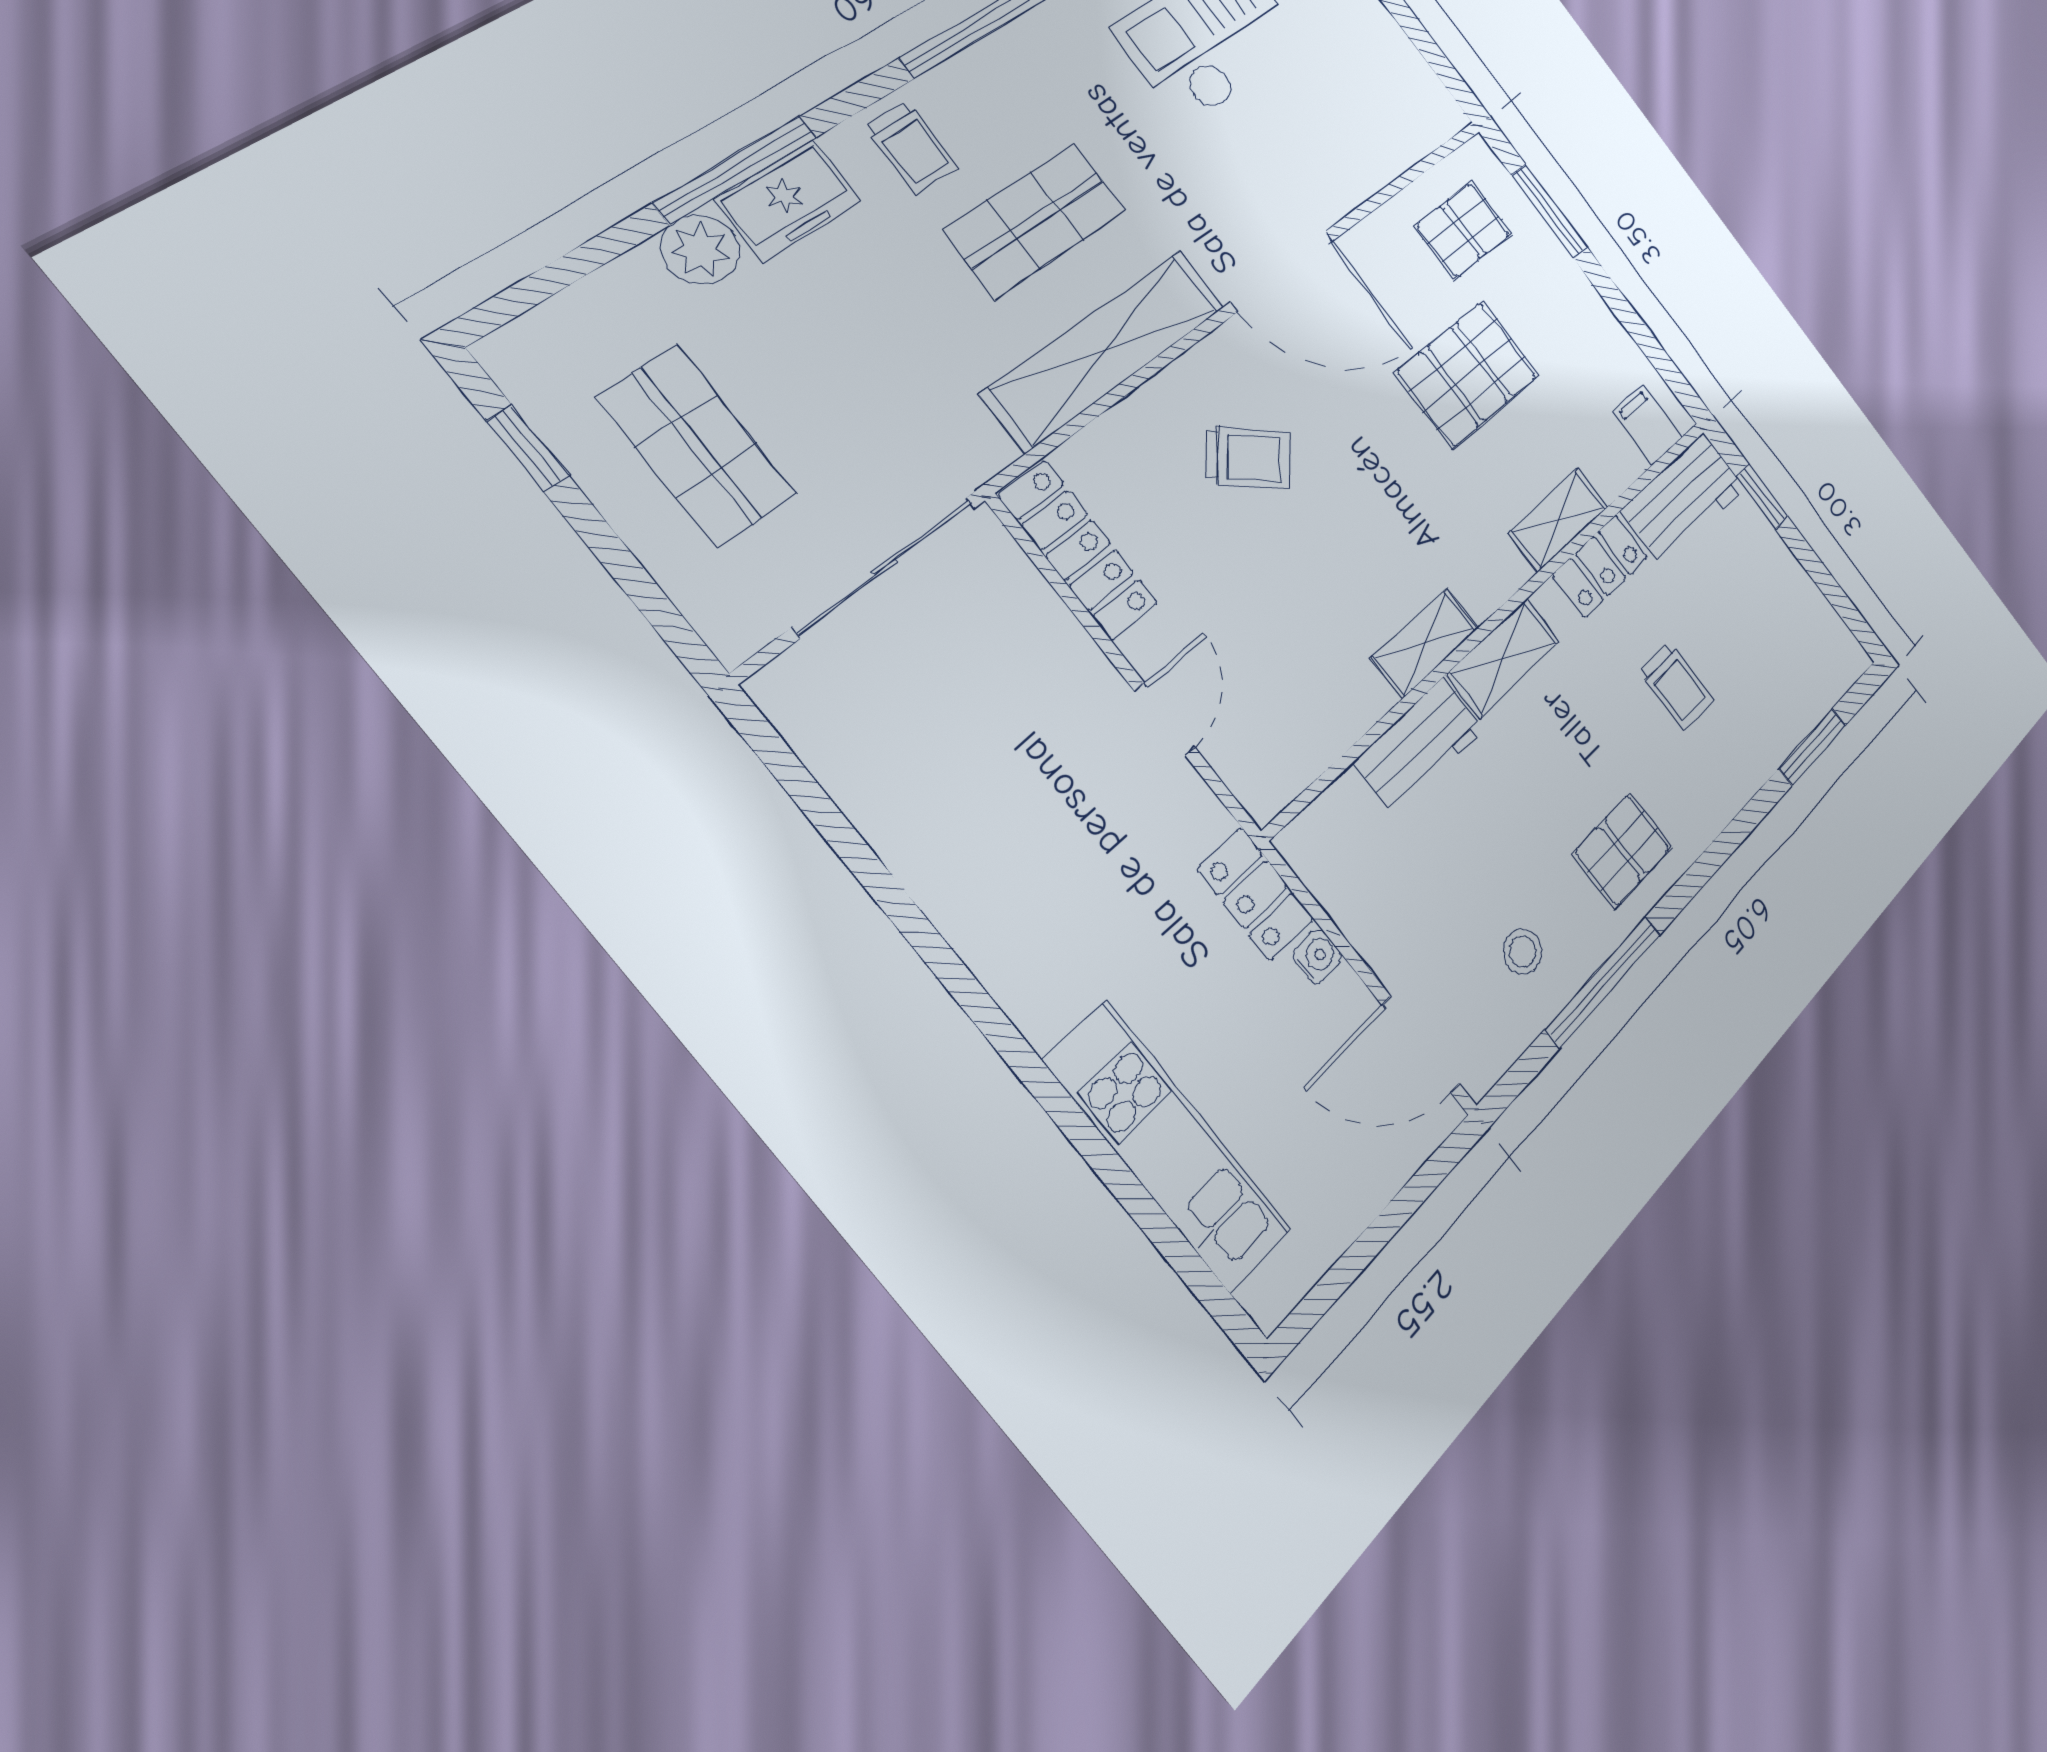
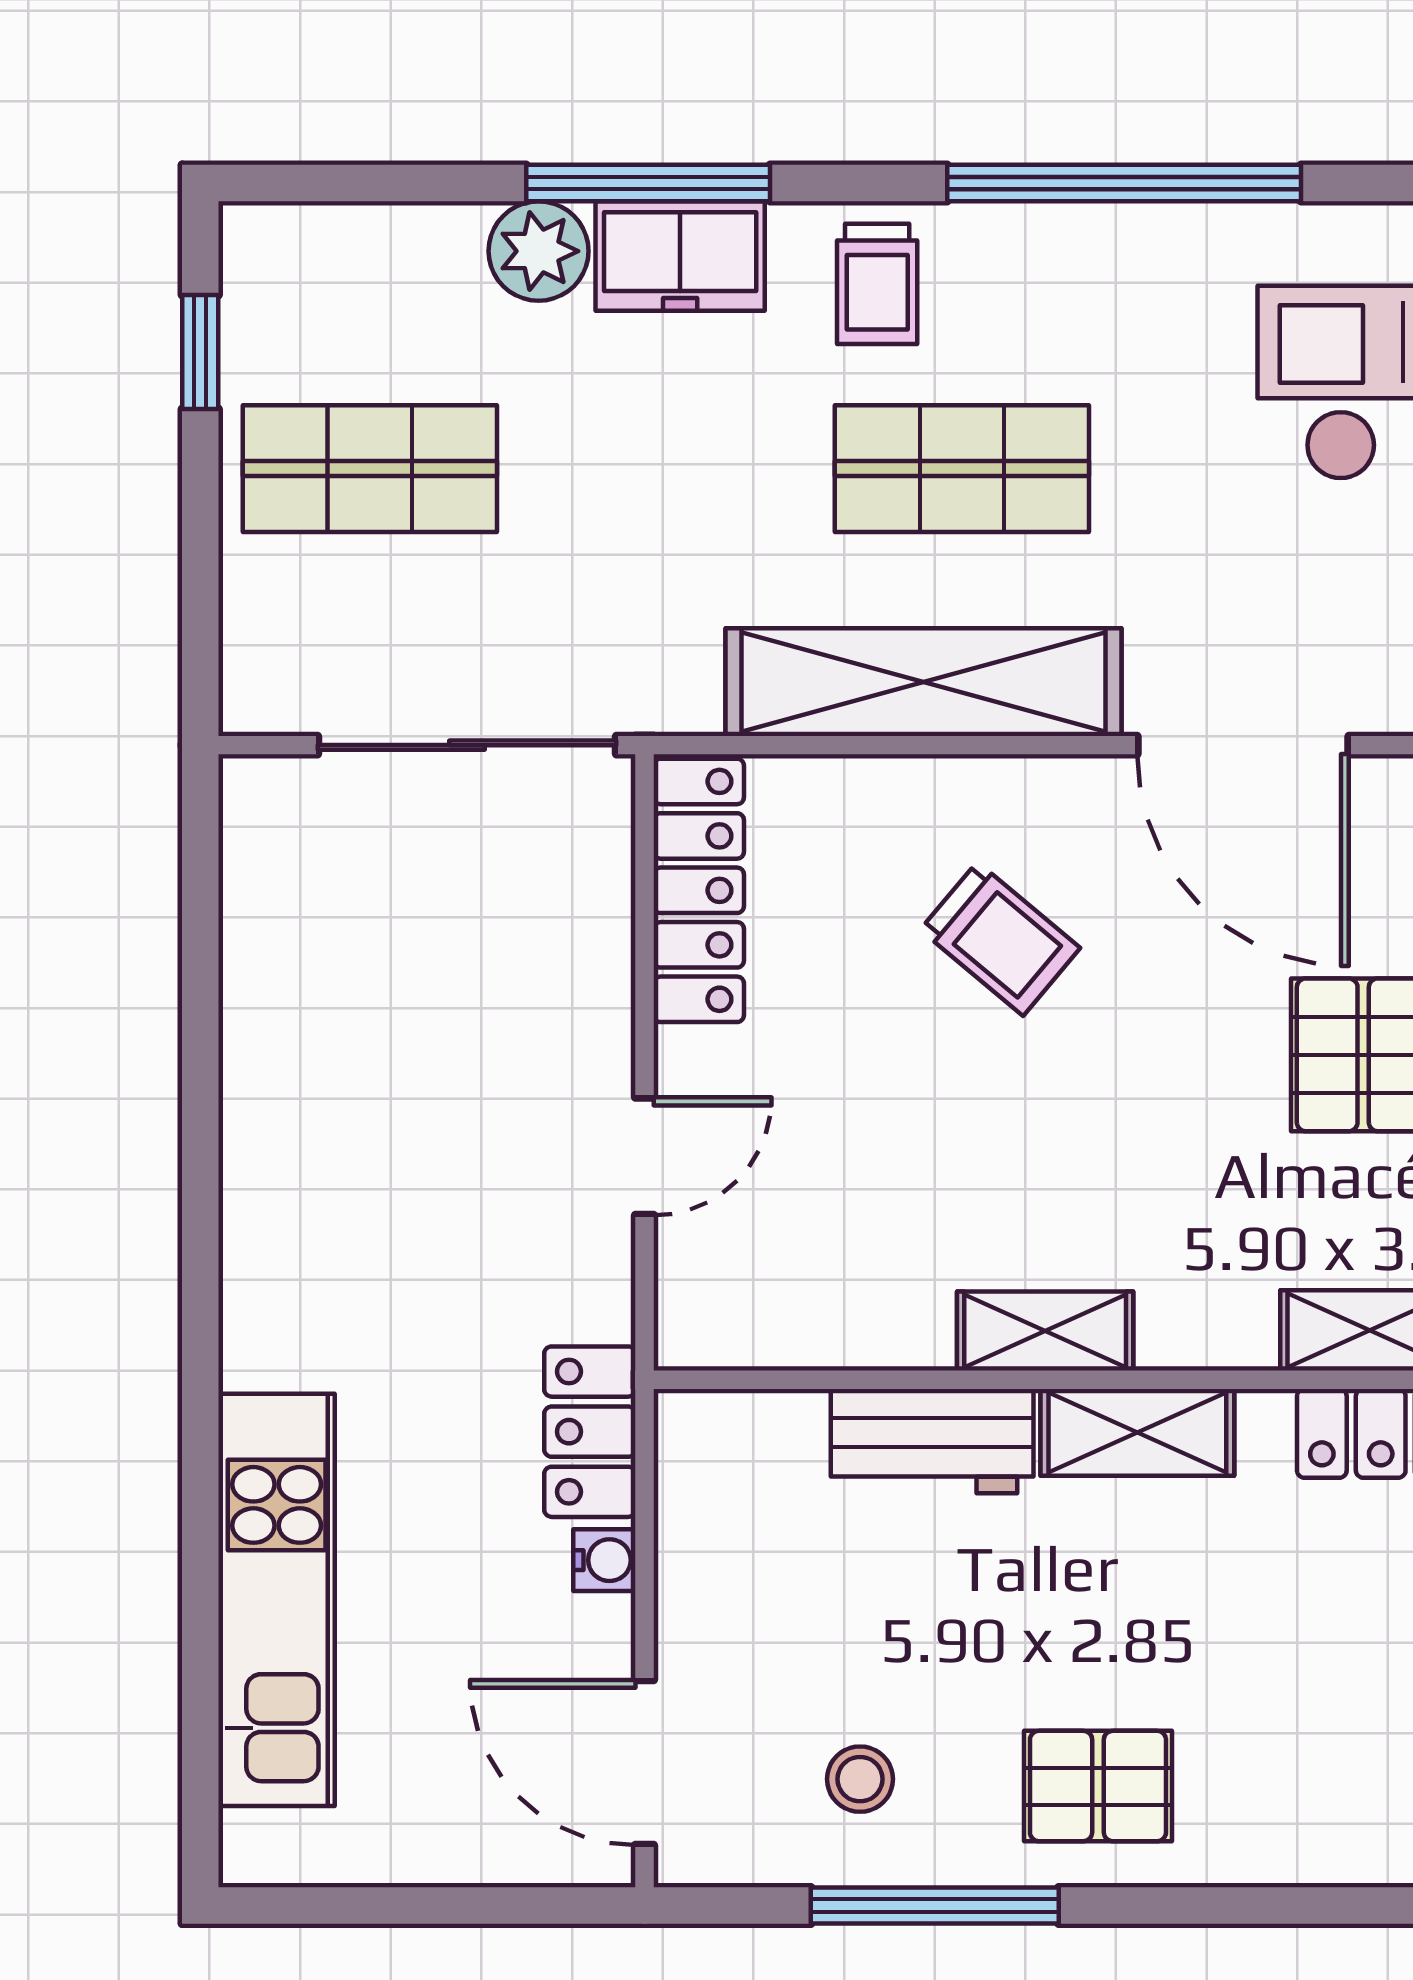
shop shelf: (697, 446) -> (370, 469), turned 90
trolley: (1676, 687) -> (1358, 1665), removed

